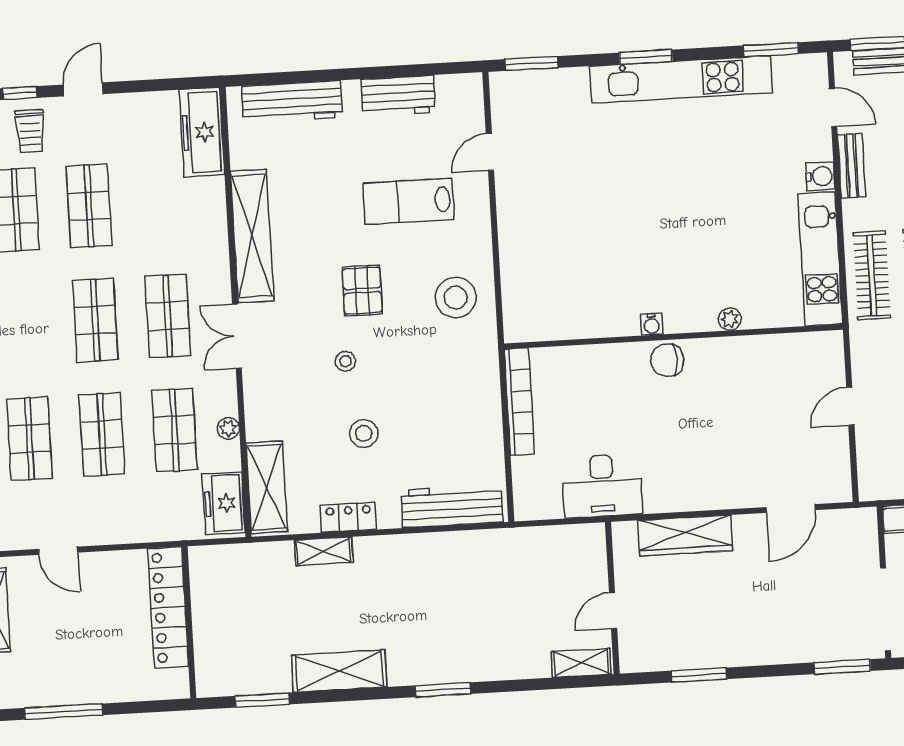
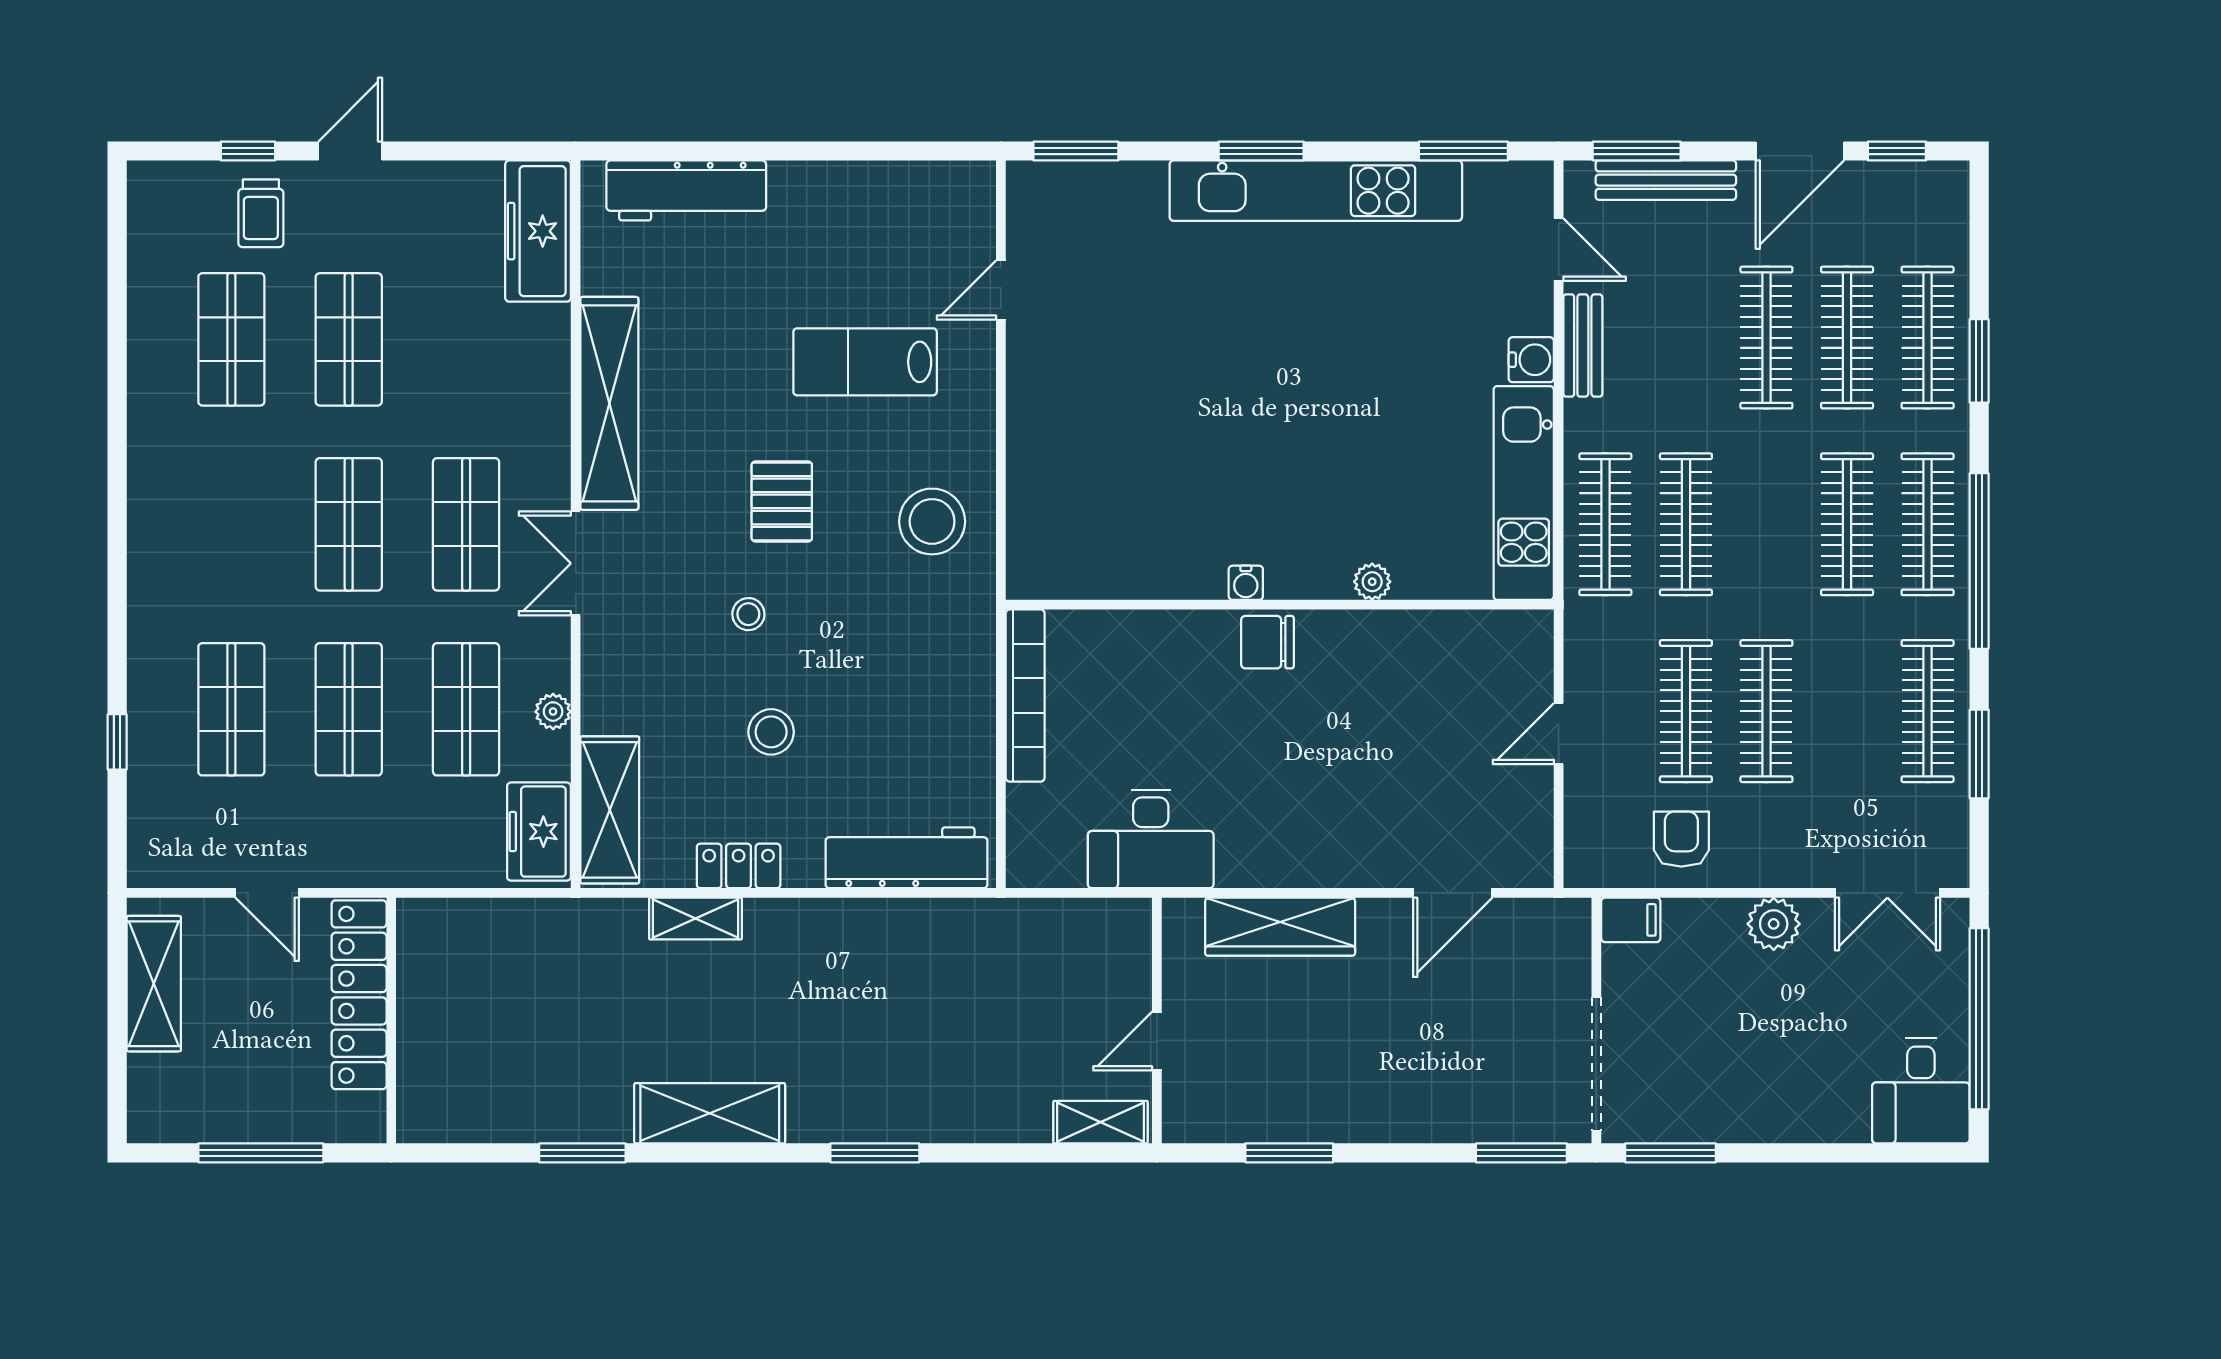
workbench: (398, 96) -> (858, 191), removed
locker: (168, 608) -> (359, 995), moved
wall: (189, 622) -> (391, 1021), moved

